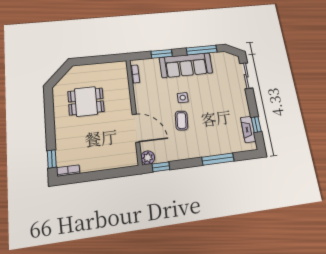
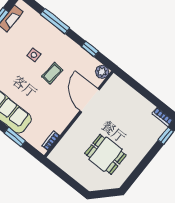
side table: (183, 98) -> (34, 55), moved
window: (161, 167) -> (90, 49), moved

